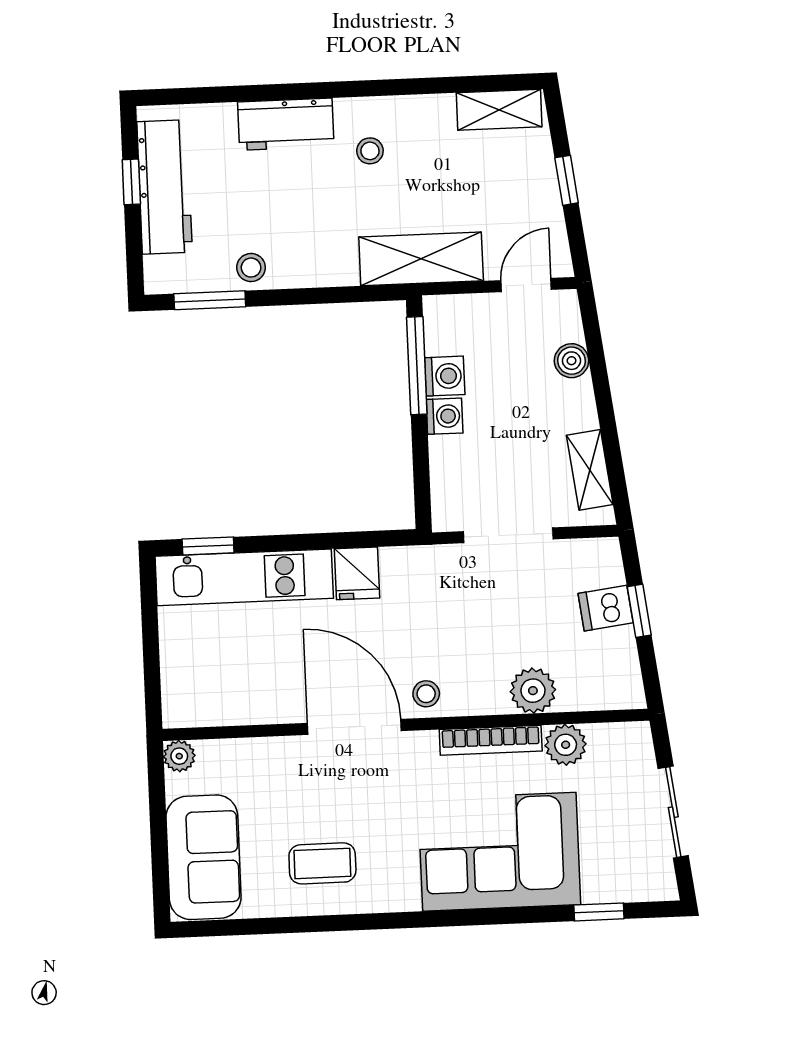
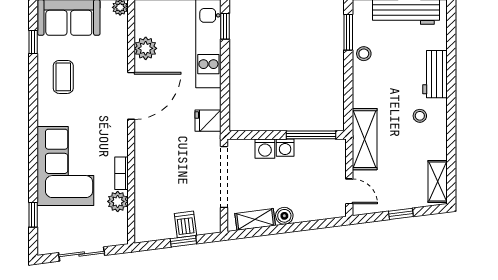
boiler: (572, 361) -> (284, 216), moved
washing machine: (445, 376) -> (265, 149), moved
doorway: (508, 535) -> (224, 177), width x1.36
fridge: (357, 573) -> (208, 121), moved
plant: (533, 691) -> (146, 48), moved
stool: (426, 694) -> (146, 133), removed
bookcase: (491, 740) -> (121, 173), width x0.64
window: (255, 926) -> (33, 42), added

